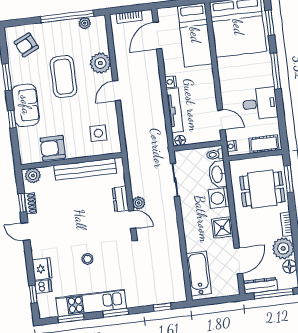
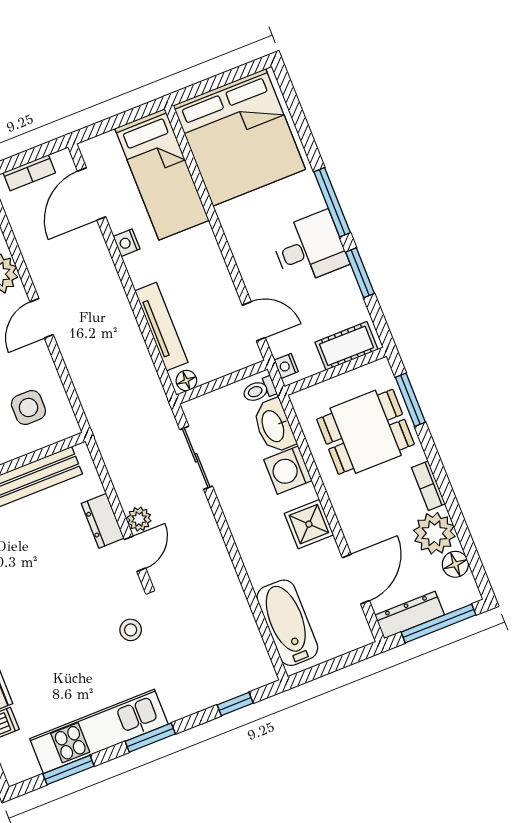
window: (270, 23) -> (360, 273), moved
nightstand: (171, 82) -> (127, 243), moved
desk: (260, 104) -> (309, 248), moved
door: (132, 220) -> (135, 554), hinge flipped
stool: (87, 259) -> (131, 630), moved

